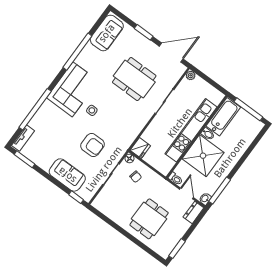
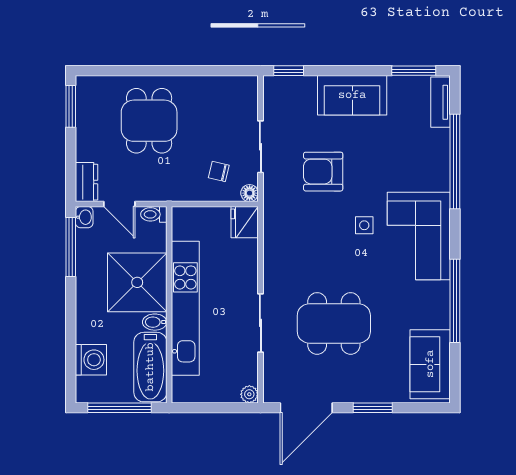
washing machine: (246, 138) -> (91, 360), added
sofa: (67, 175) -> (352, 95), moved

